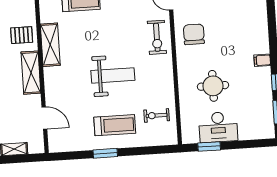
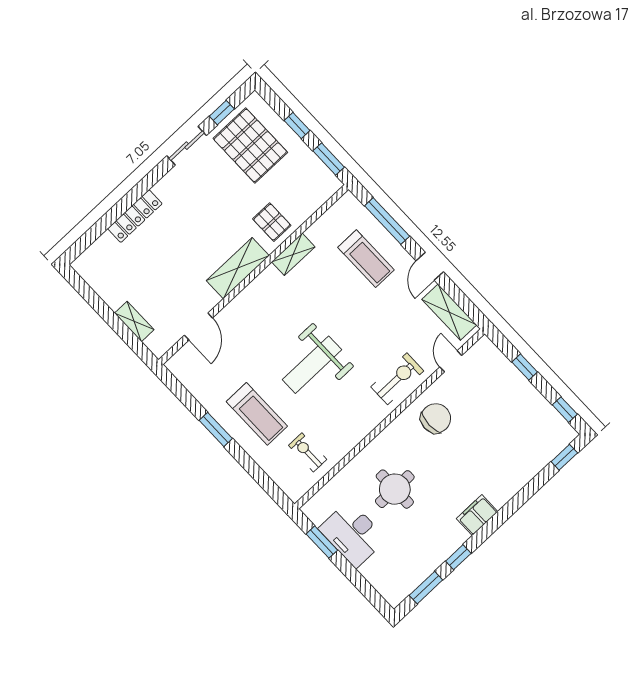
exercise bike: (157, 37) -> (397, 379), turned 180
shelving: (50, 45) -> (293, 254), width x0.67, depth x0.75
filing cabinet: (262, 60) -> (477, 515), width x2.00
weight bench: (113, 75) -> (312, 365), turned 90

